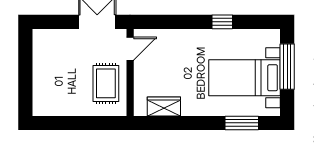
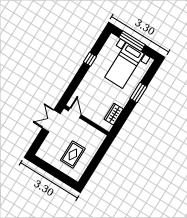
rug: (106, 83) -> (73, 154), moved, turned 90
window: (242, 123) -> (138, 93), moved

